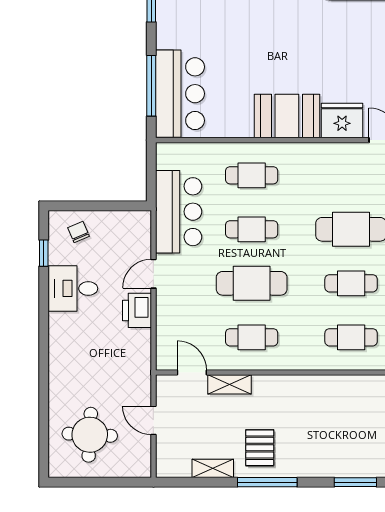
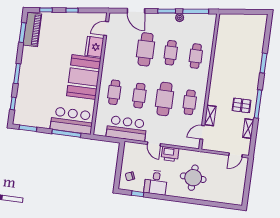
booth: (287, 116) -> (84, 77), width x1.36, depth x1.42
door: (153, 420) -> (236, 155), moved
round table: (90, 435) -> (193, 178), moved

